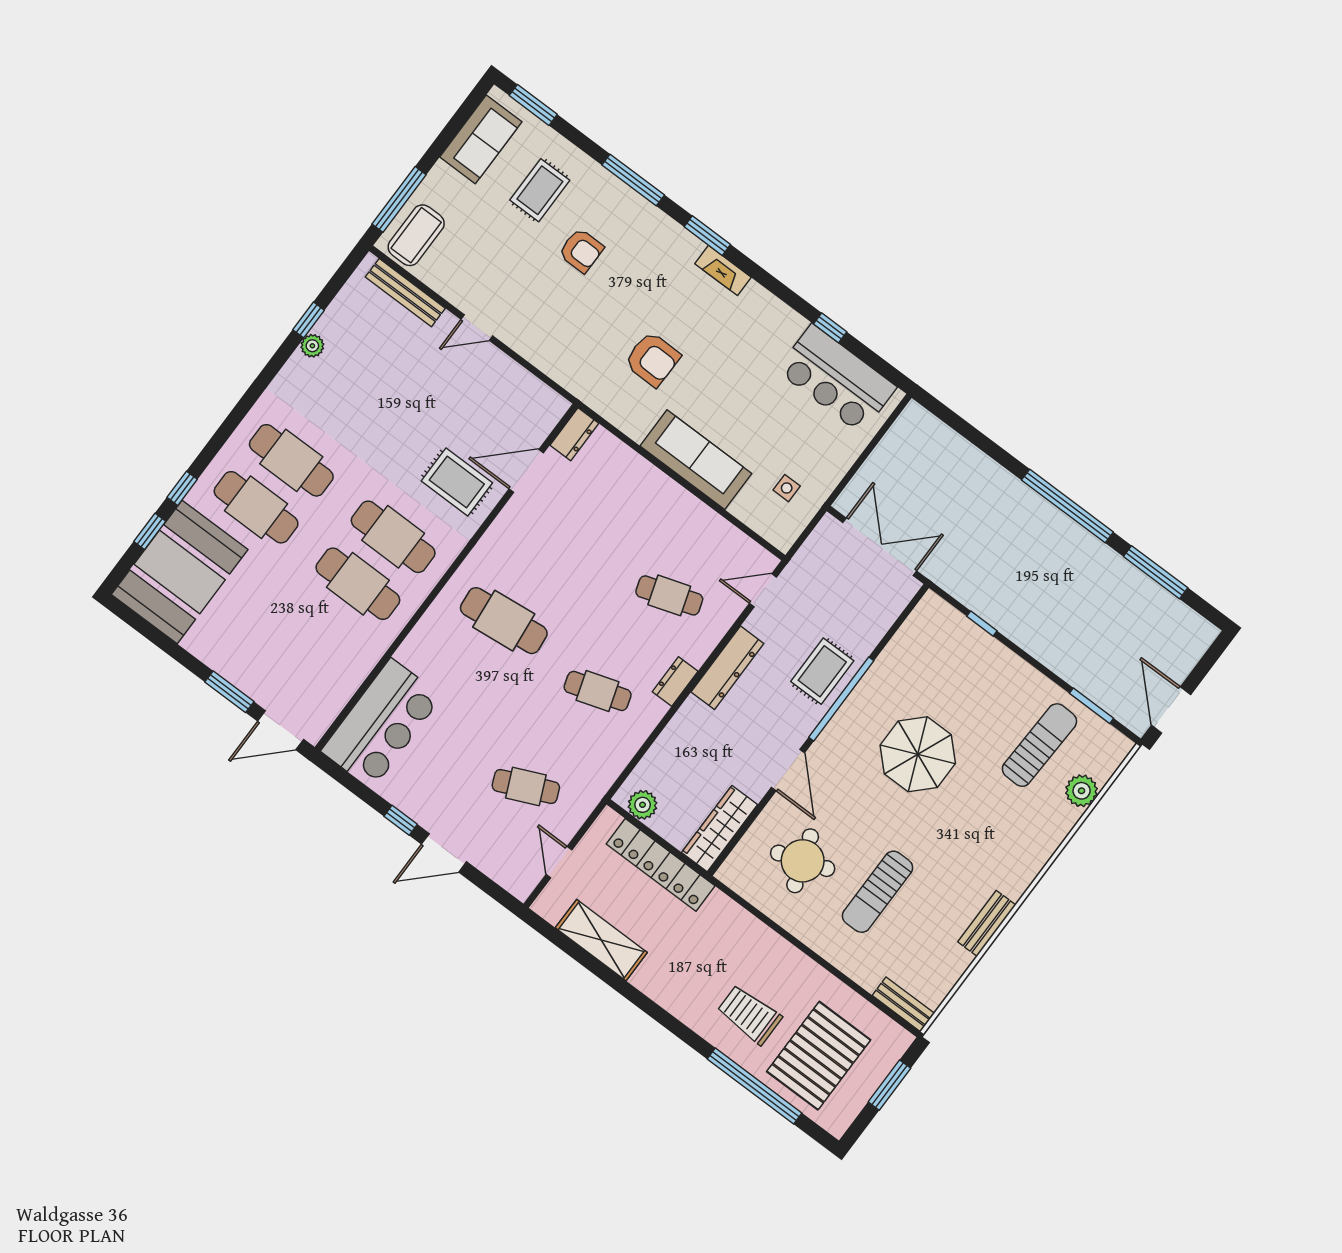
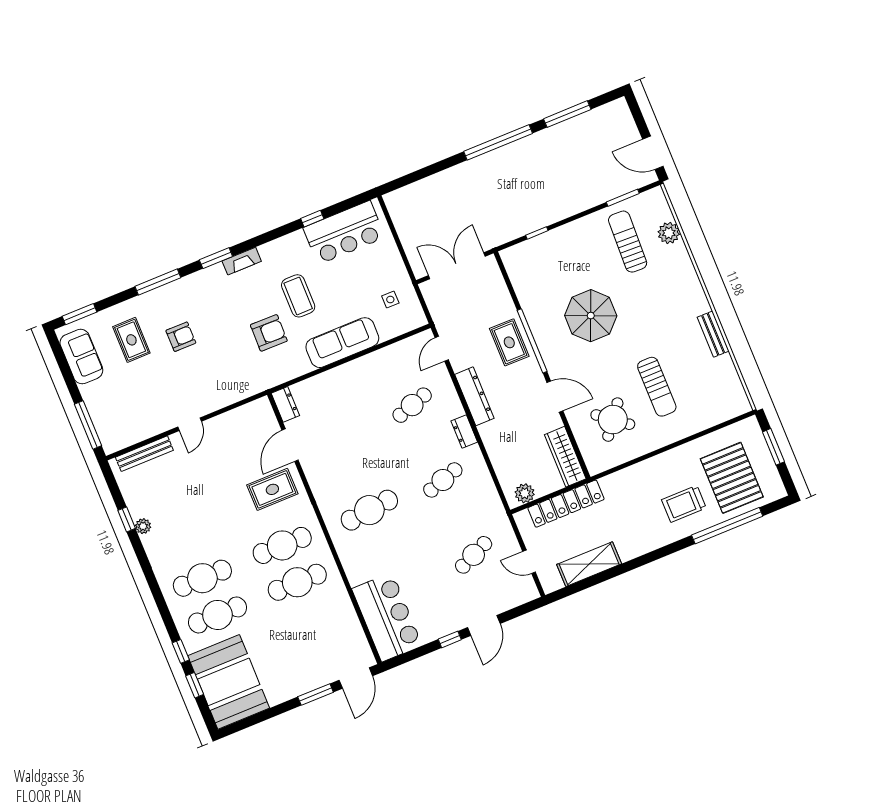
coffee table: (416, 235) -> (298, 296), moved
round table: (803, 861) -> (613, 420), turned -33
bench: (903, 1004) -> (731, 411), removed

